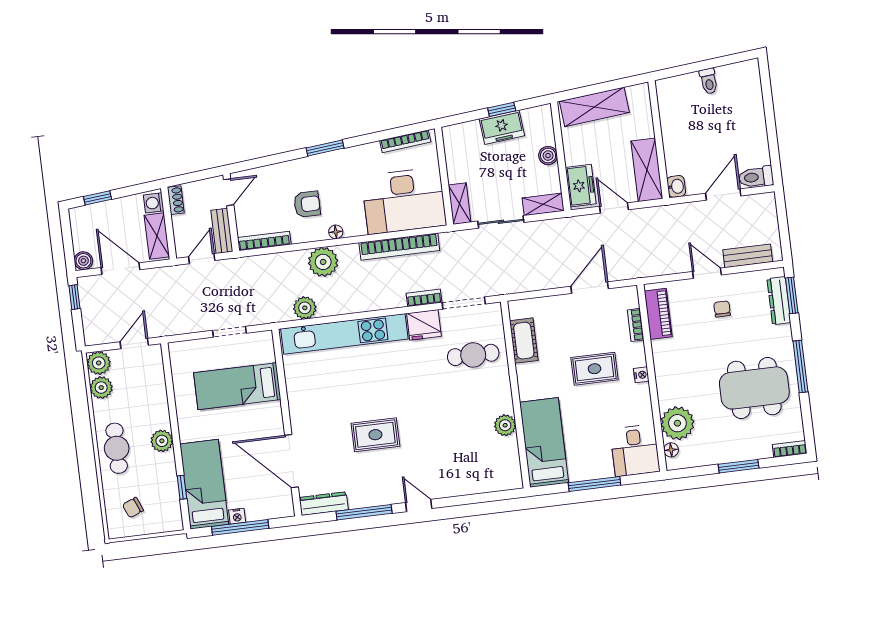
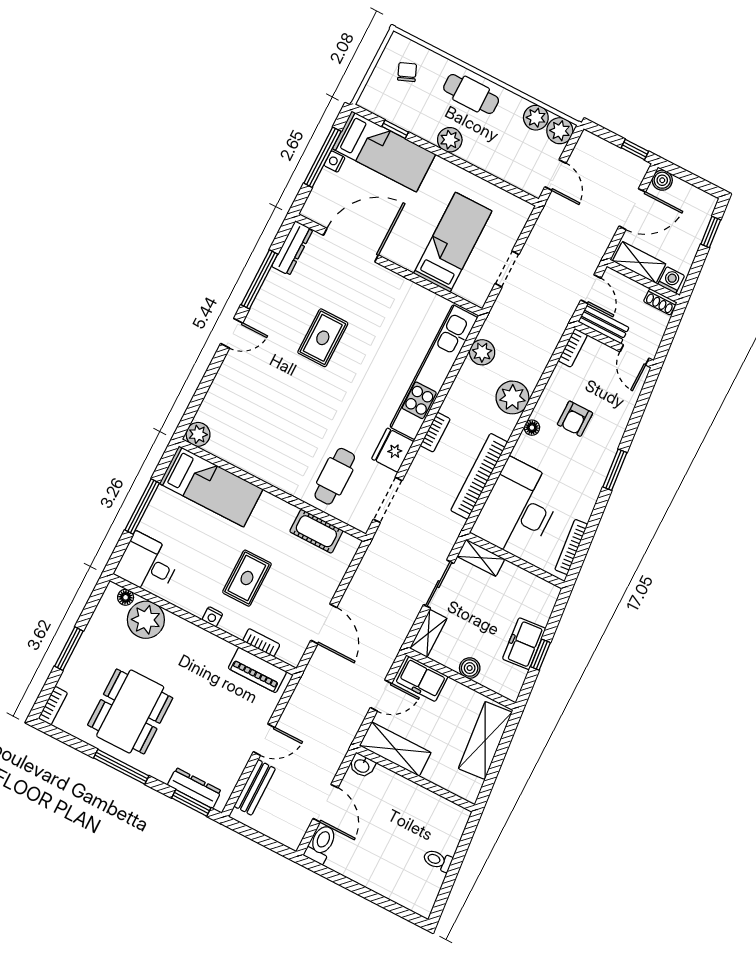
bookcase: (264, 241) -> (573, 348), width x0.64
bookcase: (424, 298) -> (435, 432), moved
chair: (722, 309) -> (222, 731), removed
plant: (505, 425) -> (198, 434), moved

